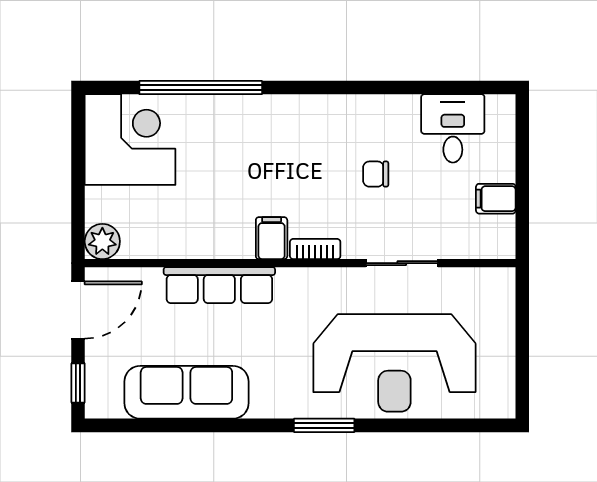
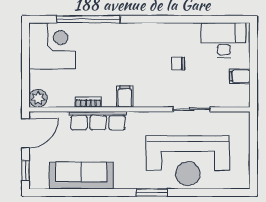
desk: (453, 128) -> (224, 40), width x1.37
bookcase: (315, 249) -> (88, 102), moved

